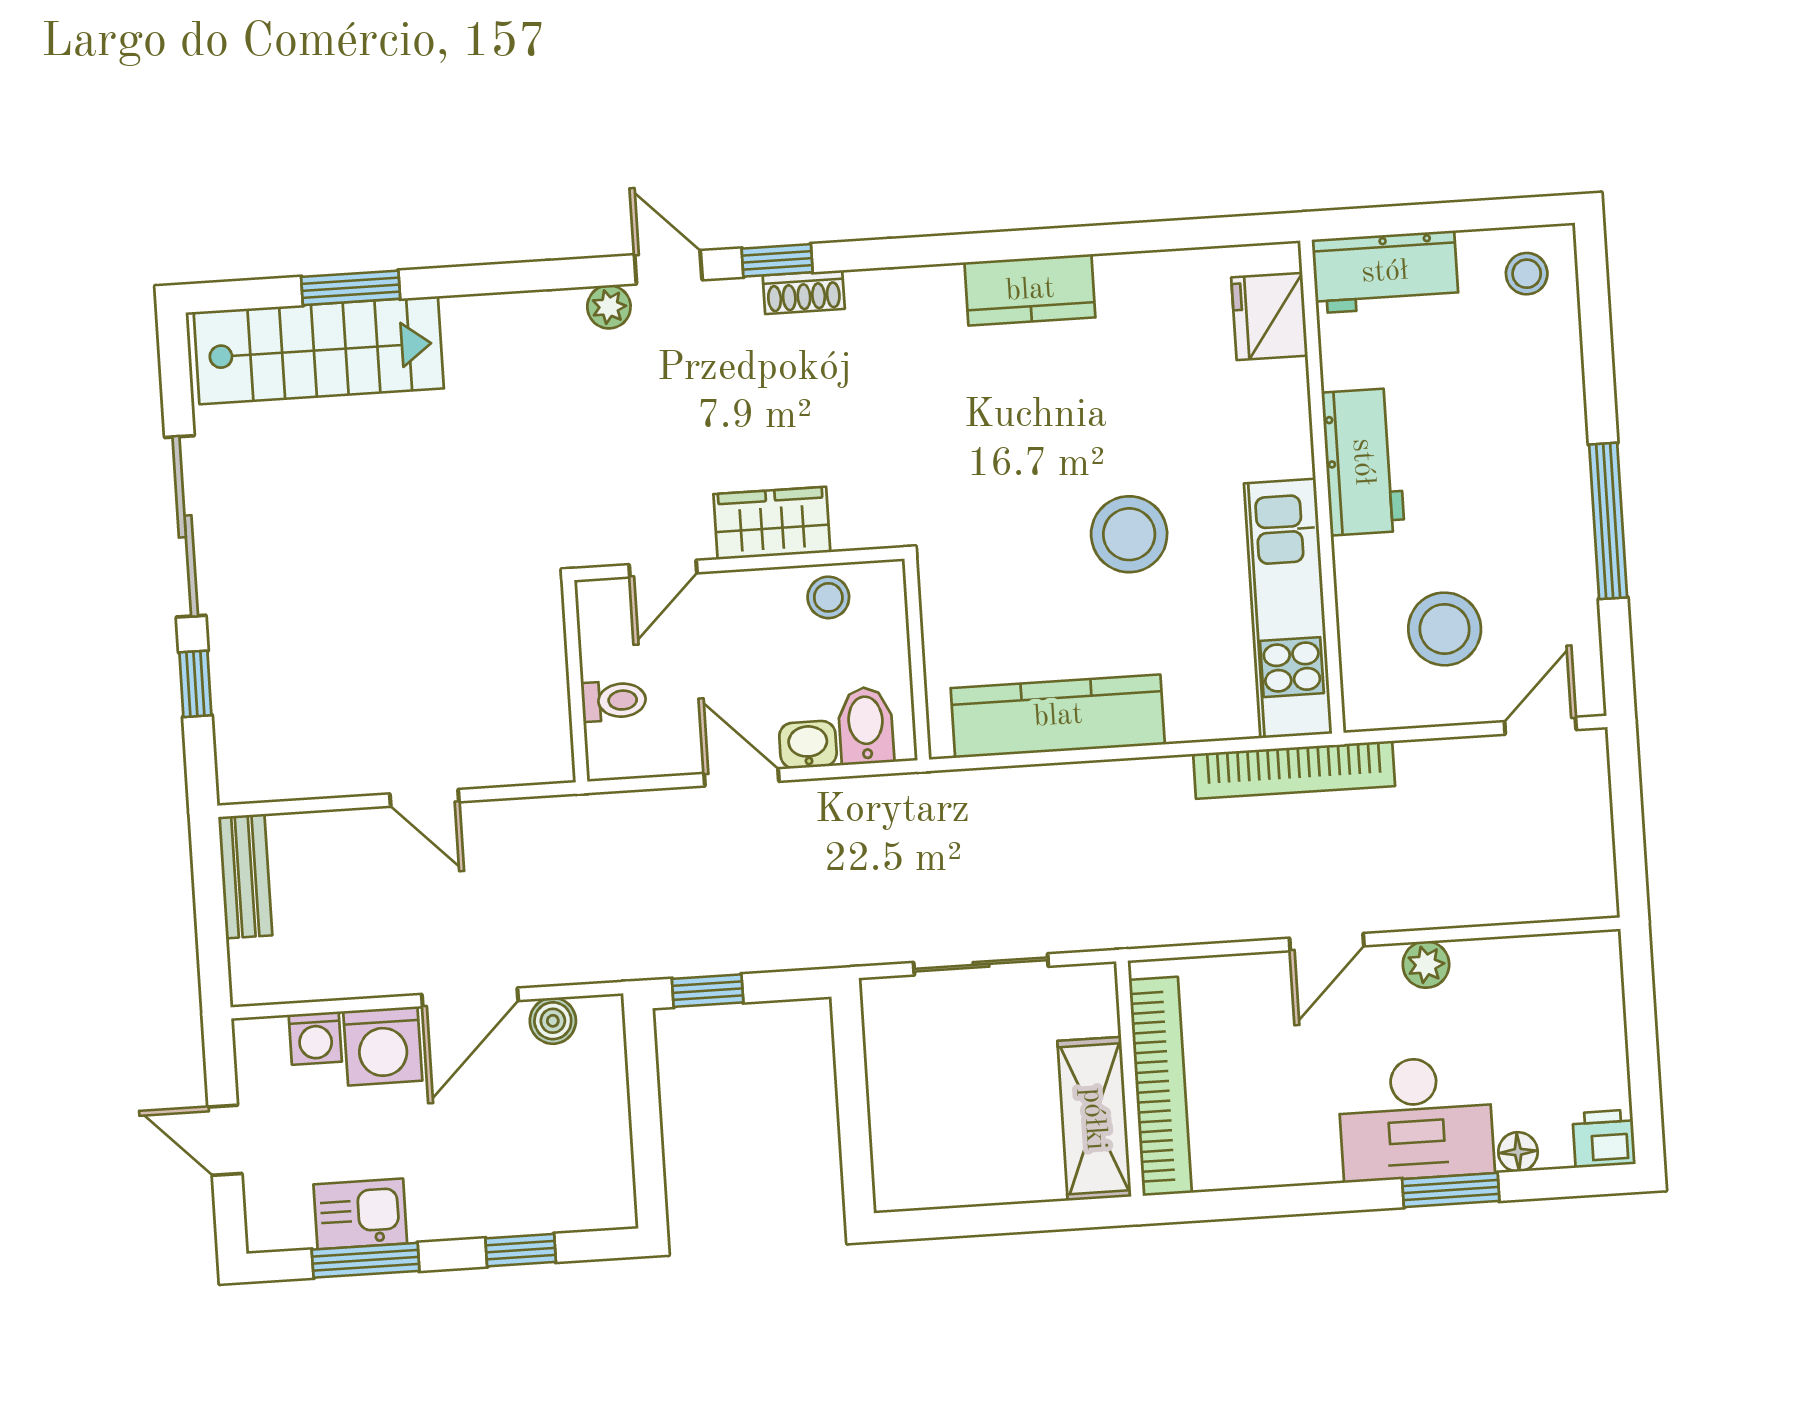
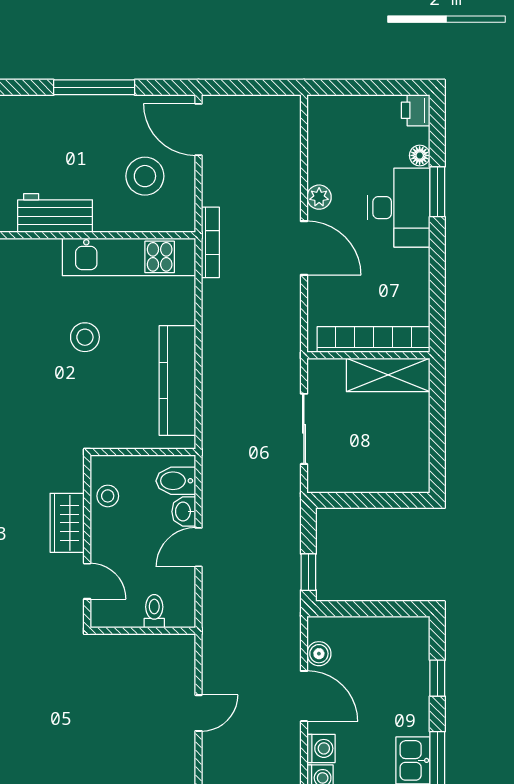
stool: (1129, 534) -> (85, 337), width x0.73, depth x0.73
door: (1540, 726) -> (199, 129), width x1.37
bookcase: (1294, 770) -> (210, 242), width x0.68, depth x0.76
door: (1327, 942) -> (304, 248), width x1.38
washing machine: (383, 1046) -> (321, 748), width x0.73, depth x0.73

